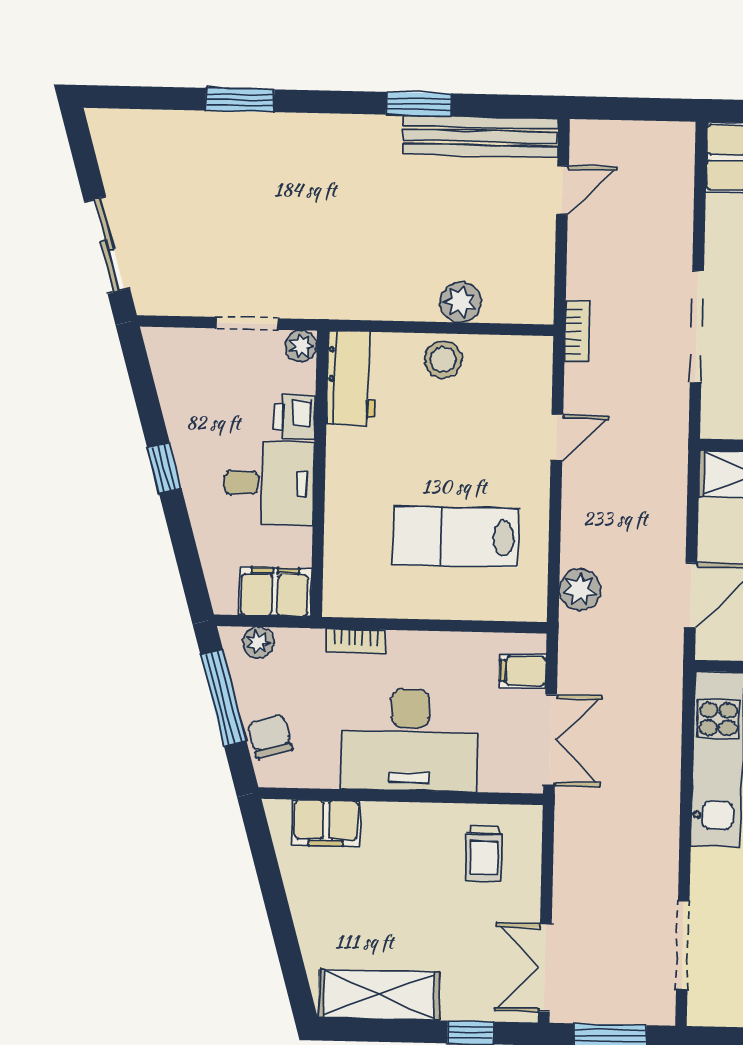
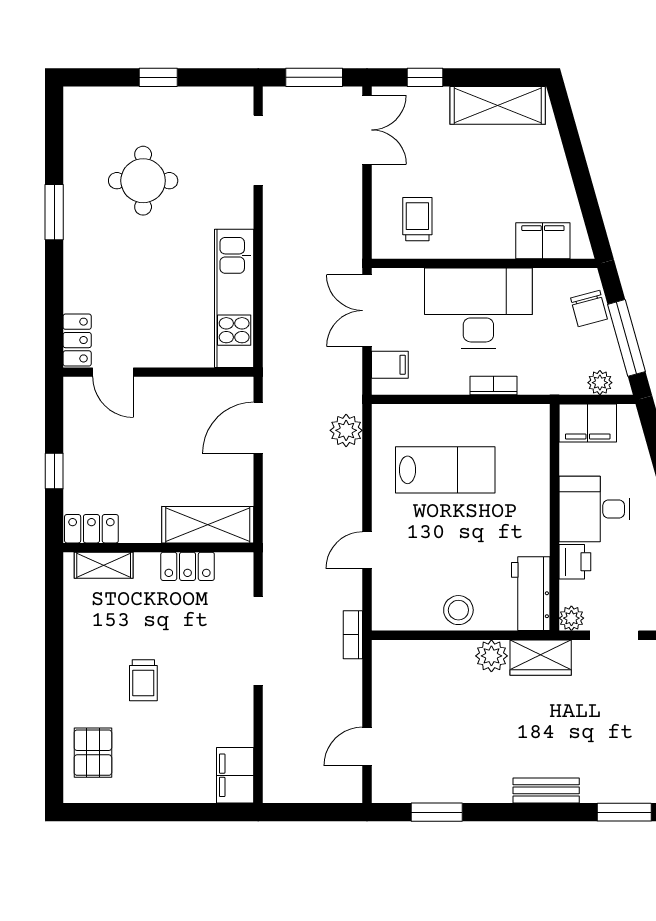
window: (419, 104) -> (437, 812), moved
bench: (480, 136) -> (546, 790), moved, width x0.54, depth x0.82
wardrobe: (341, 297) -> (541, 658), added
plant: (461, 302) -> (491, 656), moved
bookcase: (356, 641) -> (493, 386), moved

